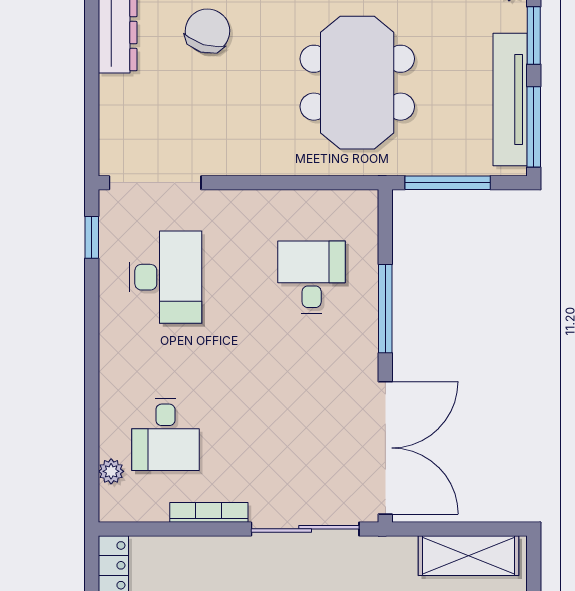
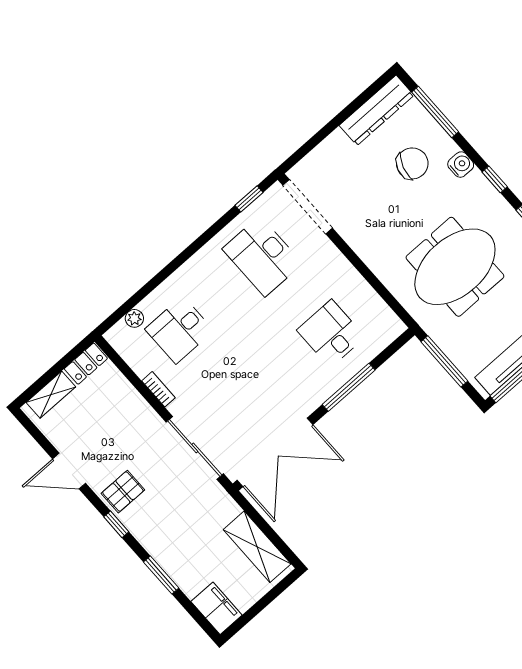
desk: (165, 277) -> (262, 256), turned 90
desk: (312, 277) -> (331, 334), turned -90
bookcase: (209, 512) -> (158, 389), width x0.64

